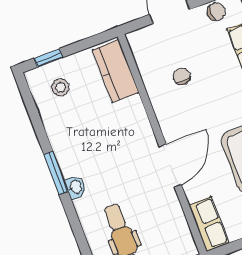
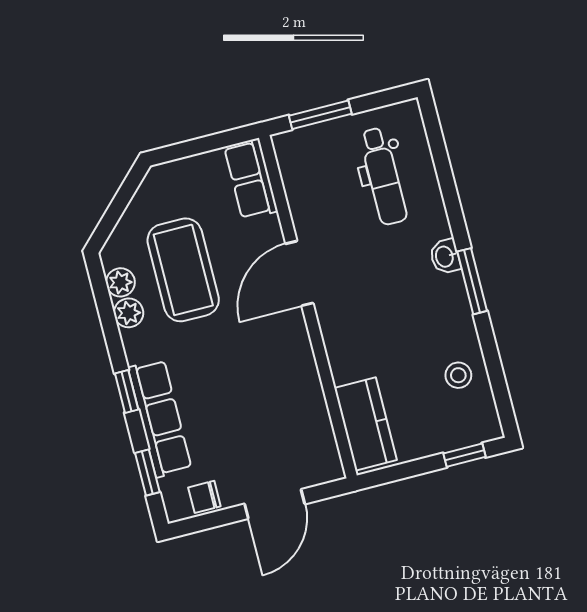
chair: (182, 76) -> (267, 405), removed
stool: (60, 87) -> (458, 375), moved

